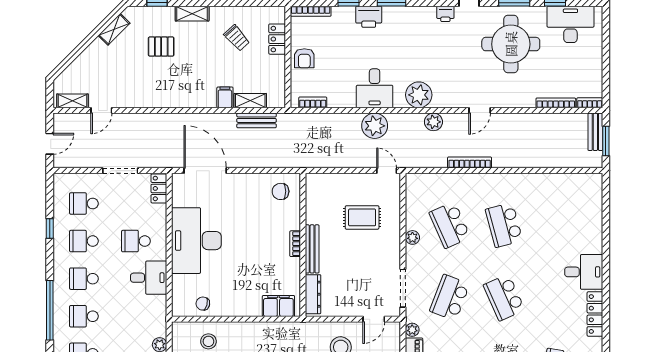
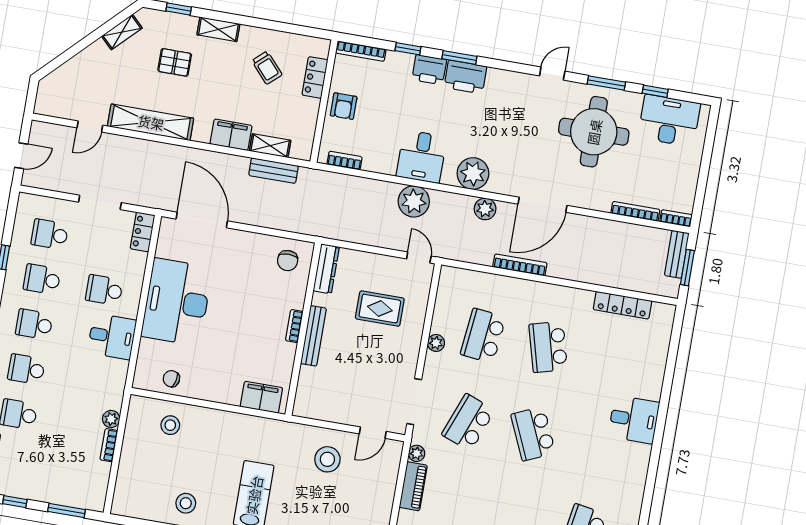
printer: (445, 14) -> (465, 77), moved, width x1.87, depth x1.48
filing cabinet: (225, 97) -> (231, 135), width x2.00
shelving: (72, 101) -> (151, 122), moved, width x2.20, depth x1.33
door: (480, 110) -> (543, 205), width x1.87
chair: (281, 191) -> (288, 261), turned -90
school desk: (450, 225) -> (483, 336), turned 30
dresser: (313, 294) -> (326, 269), moved
locker: (595, 314) -> (622, 305), moved, turned -90

